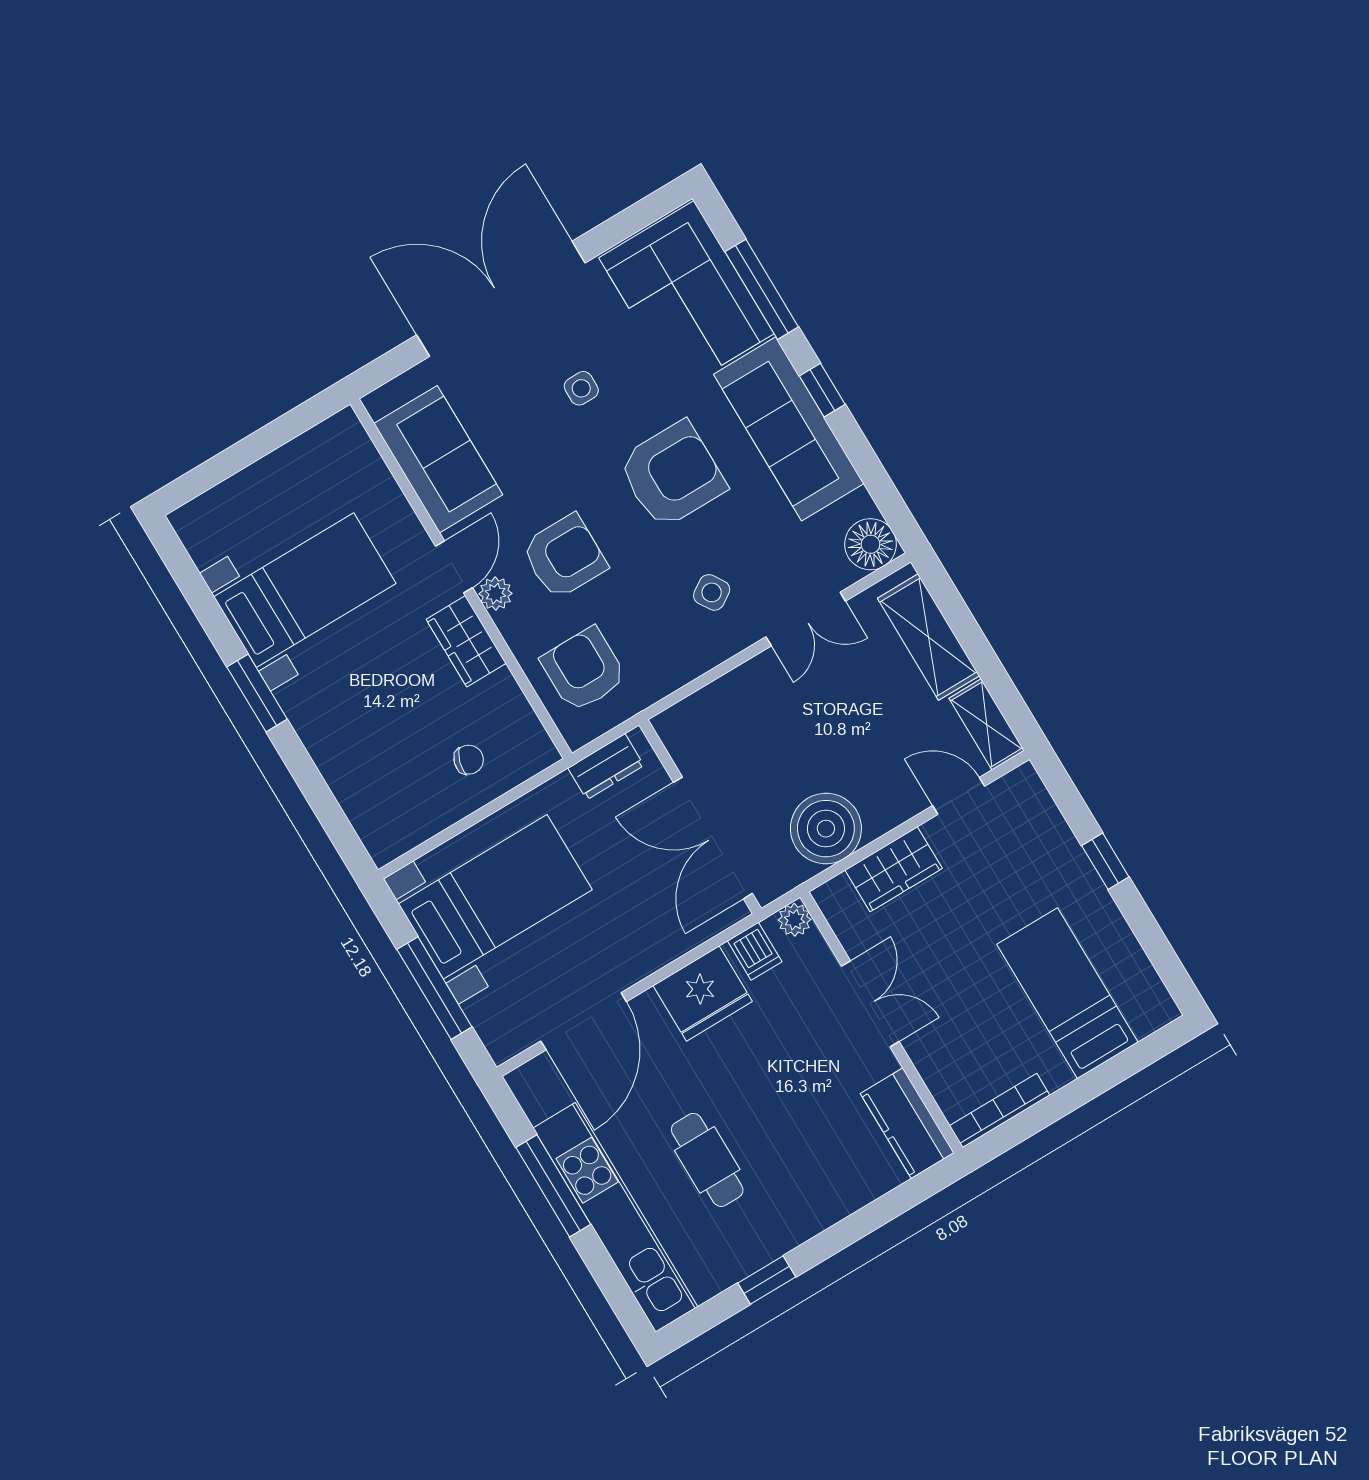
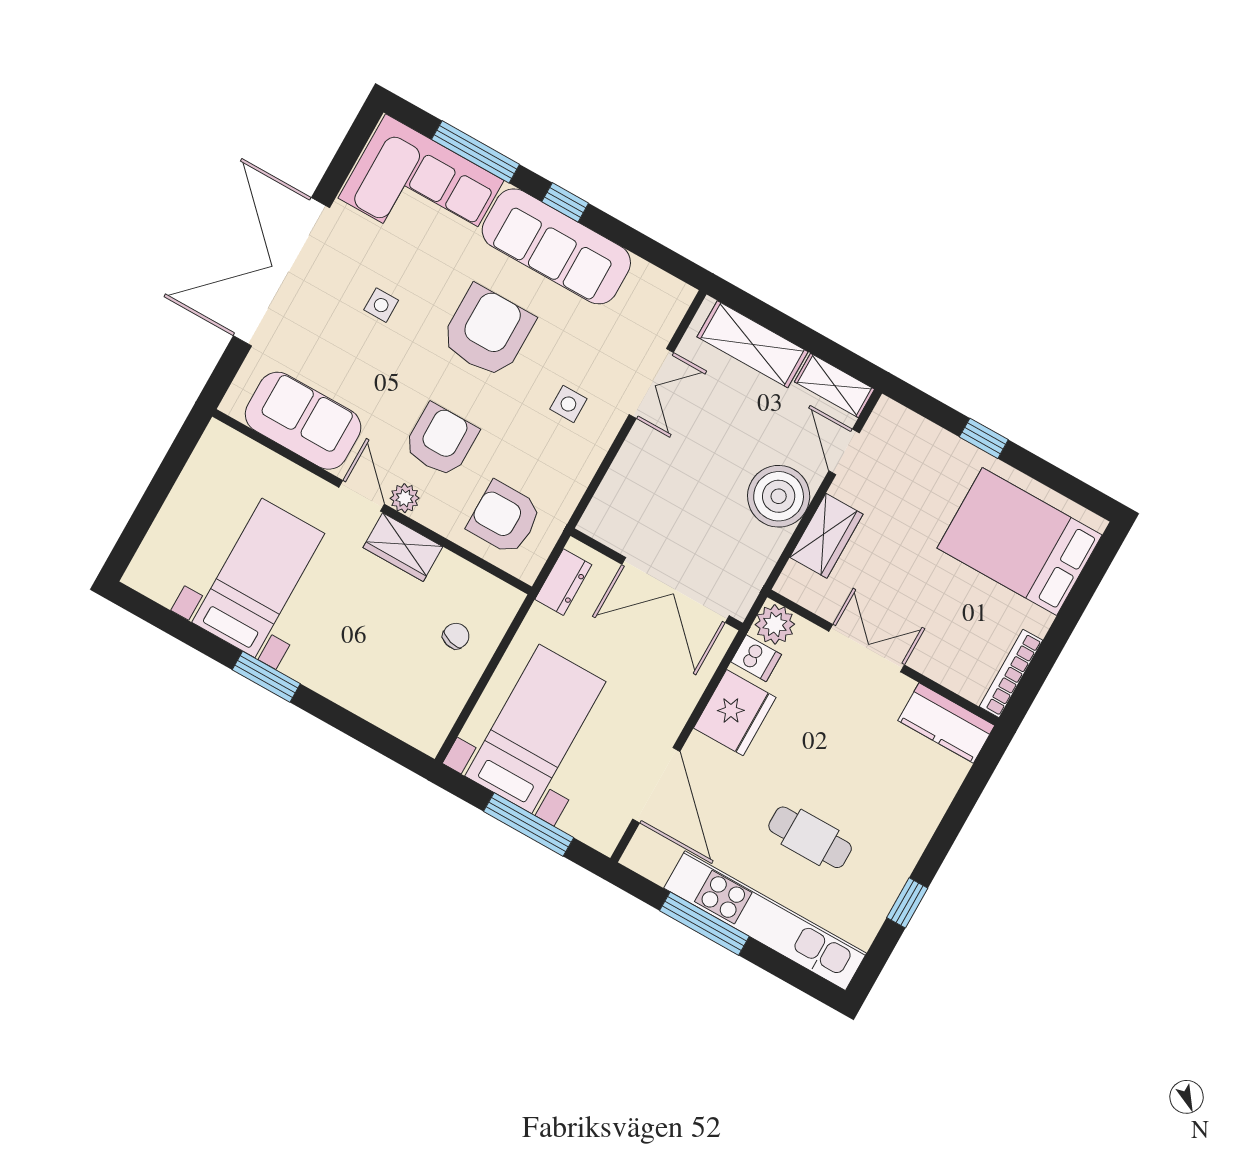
floor lamp: (871, 544) -> (668, 299), removed
side table: (712, 592) -> (568, 404), turned 33
door: (959, 796) -> (844, 452), hinge flipped
boiler: (826, 829) -> (779, 496), moved
plant: (795, 920) -> (775, 624), width x1.38, depth x1.38
bed: (1067, 993) -> (1020, 542), width x1.50

